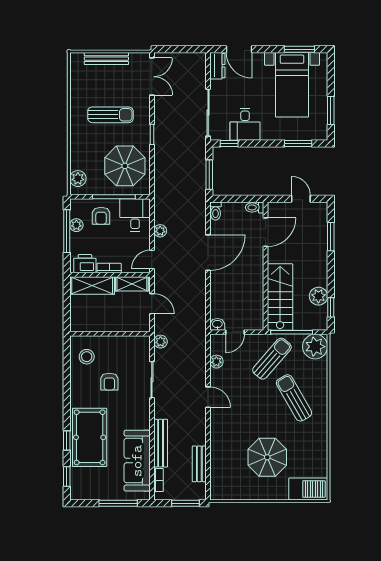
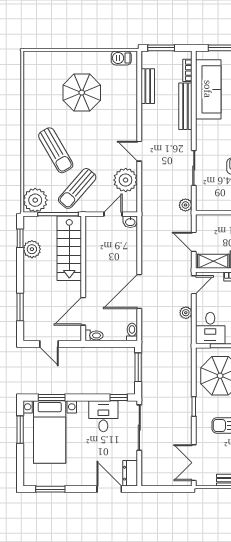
bed with nightstands: (292, 85) -> (50, 432), moved, turned 180
plant: (216, 362) -> (126, 180), width x1.88, depth x1.88
barbecue: (308, 489) -> (121, 58), moved, width x0.53, depth x0.65

